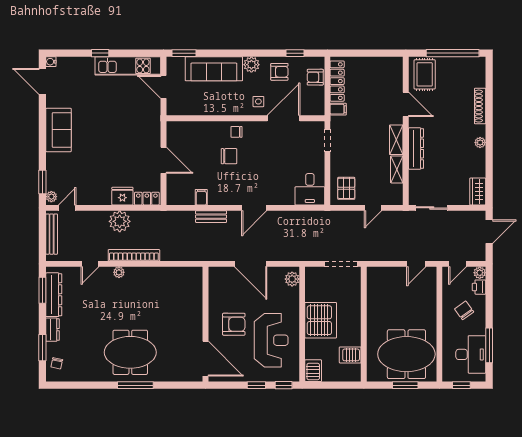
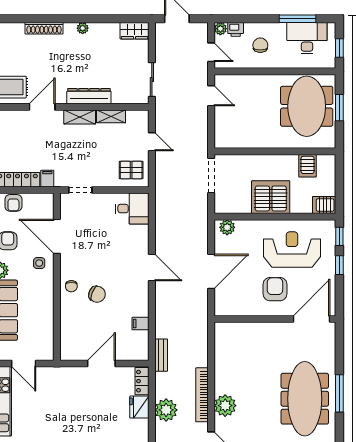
door: (164, 87) -> (24, 363), hinge flipped
chair: (229, 156) -> (97, 294), turned 112
bench: (211, 217) -> (161, 355), moved
plant: (119, 272) -> (225, 406), width x1.87, depth x1.87
chair: (464, 310) -> (260, 45), turned 126
meeting table: (130, 352) -> (305, 399), width x1.36

